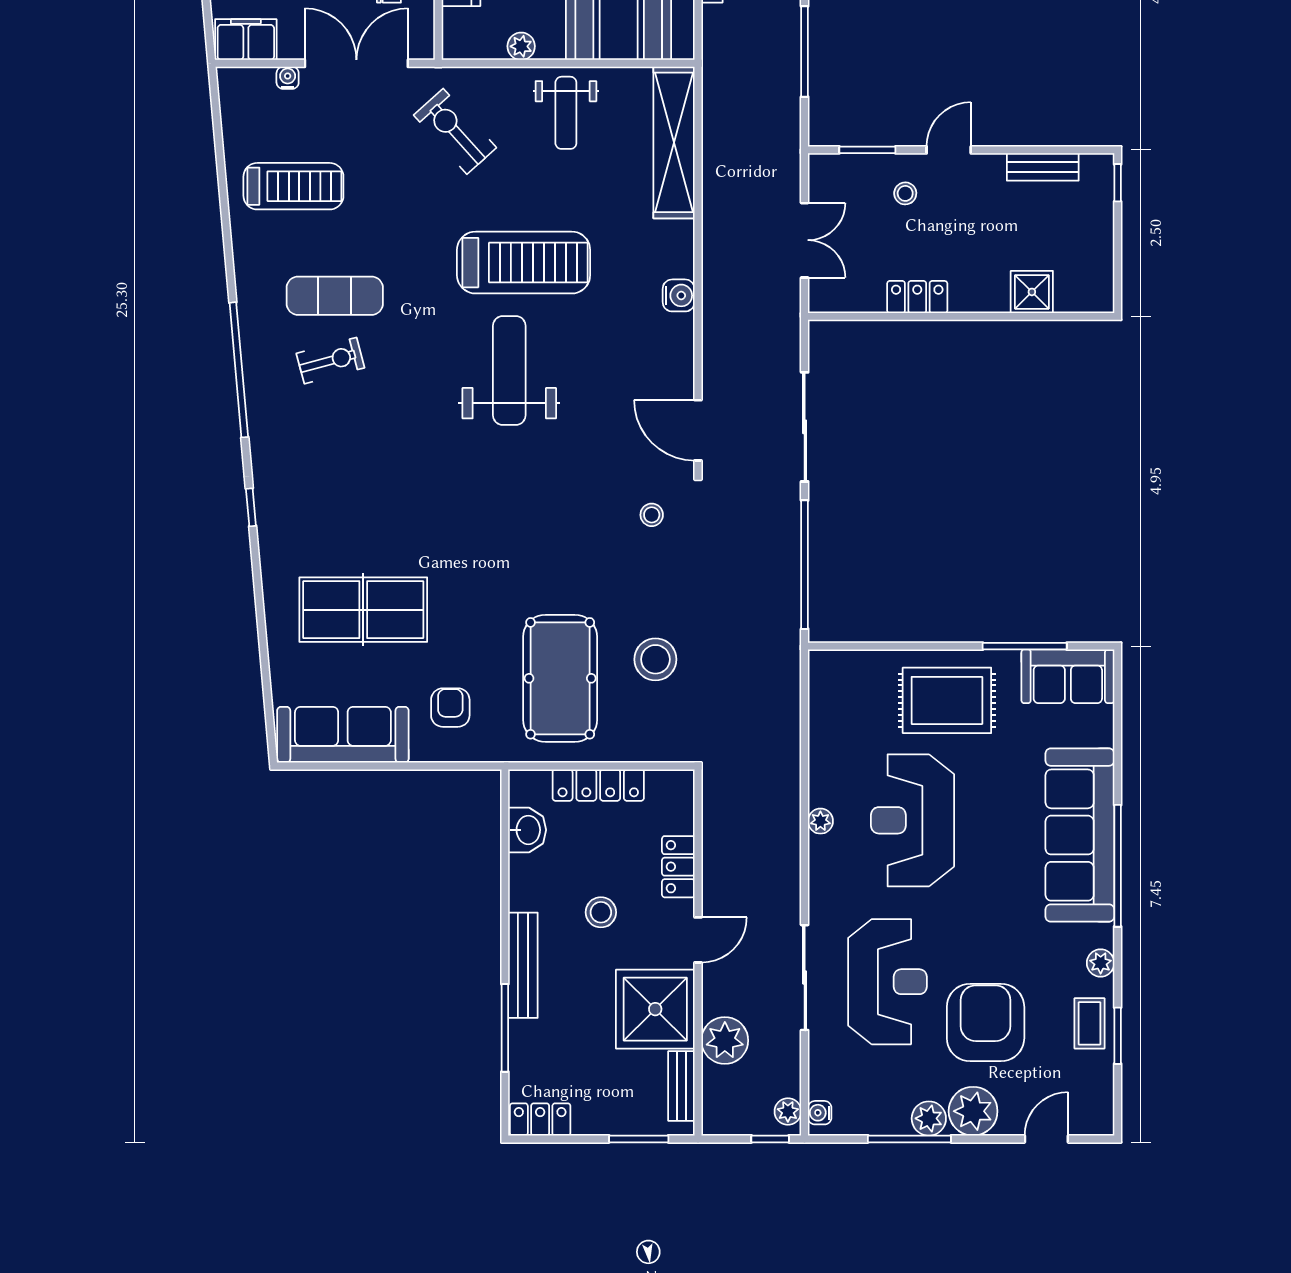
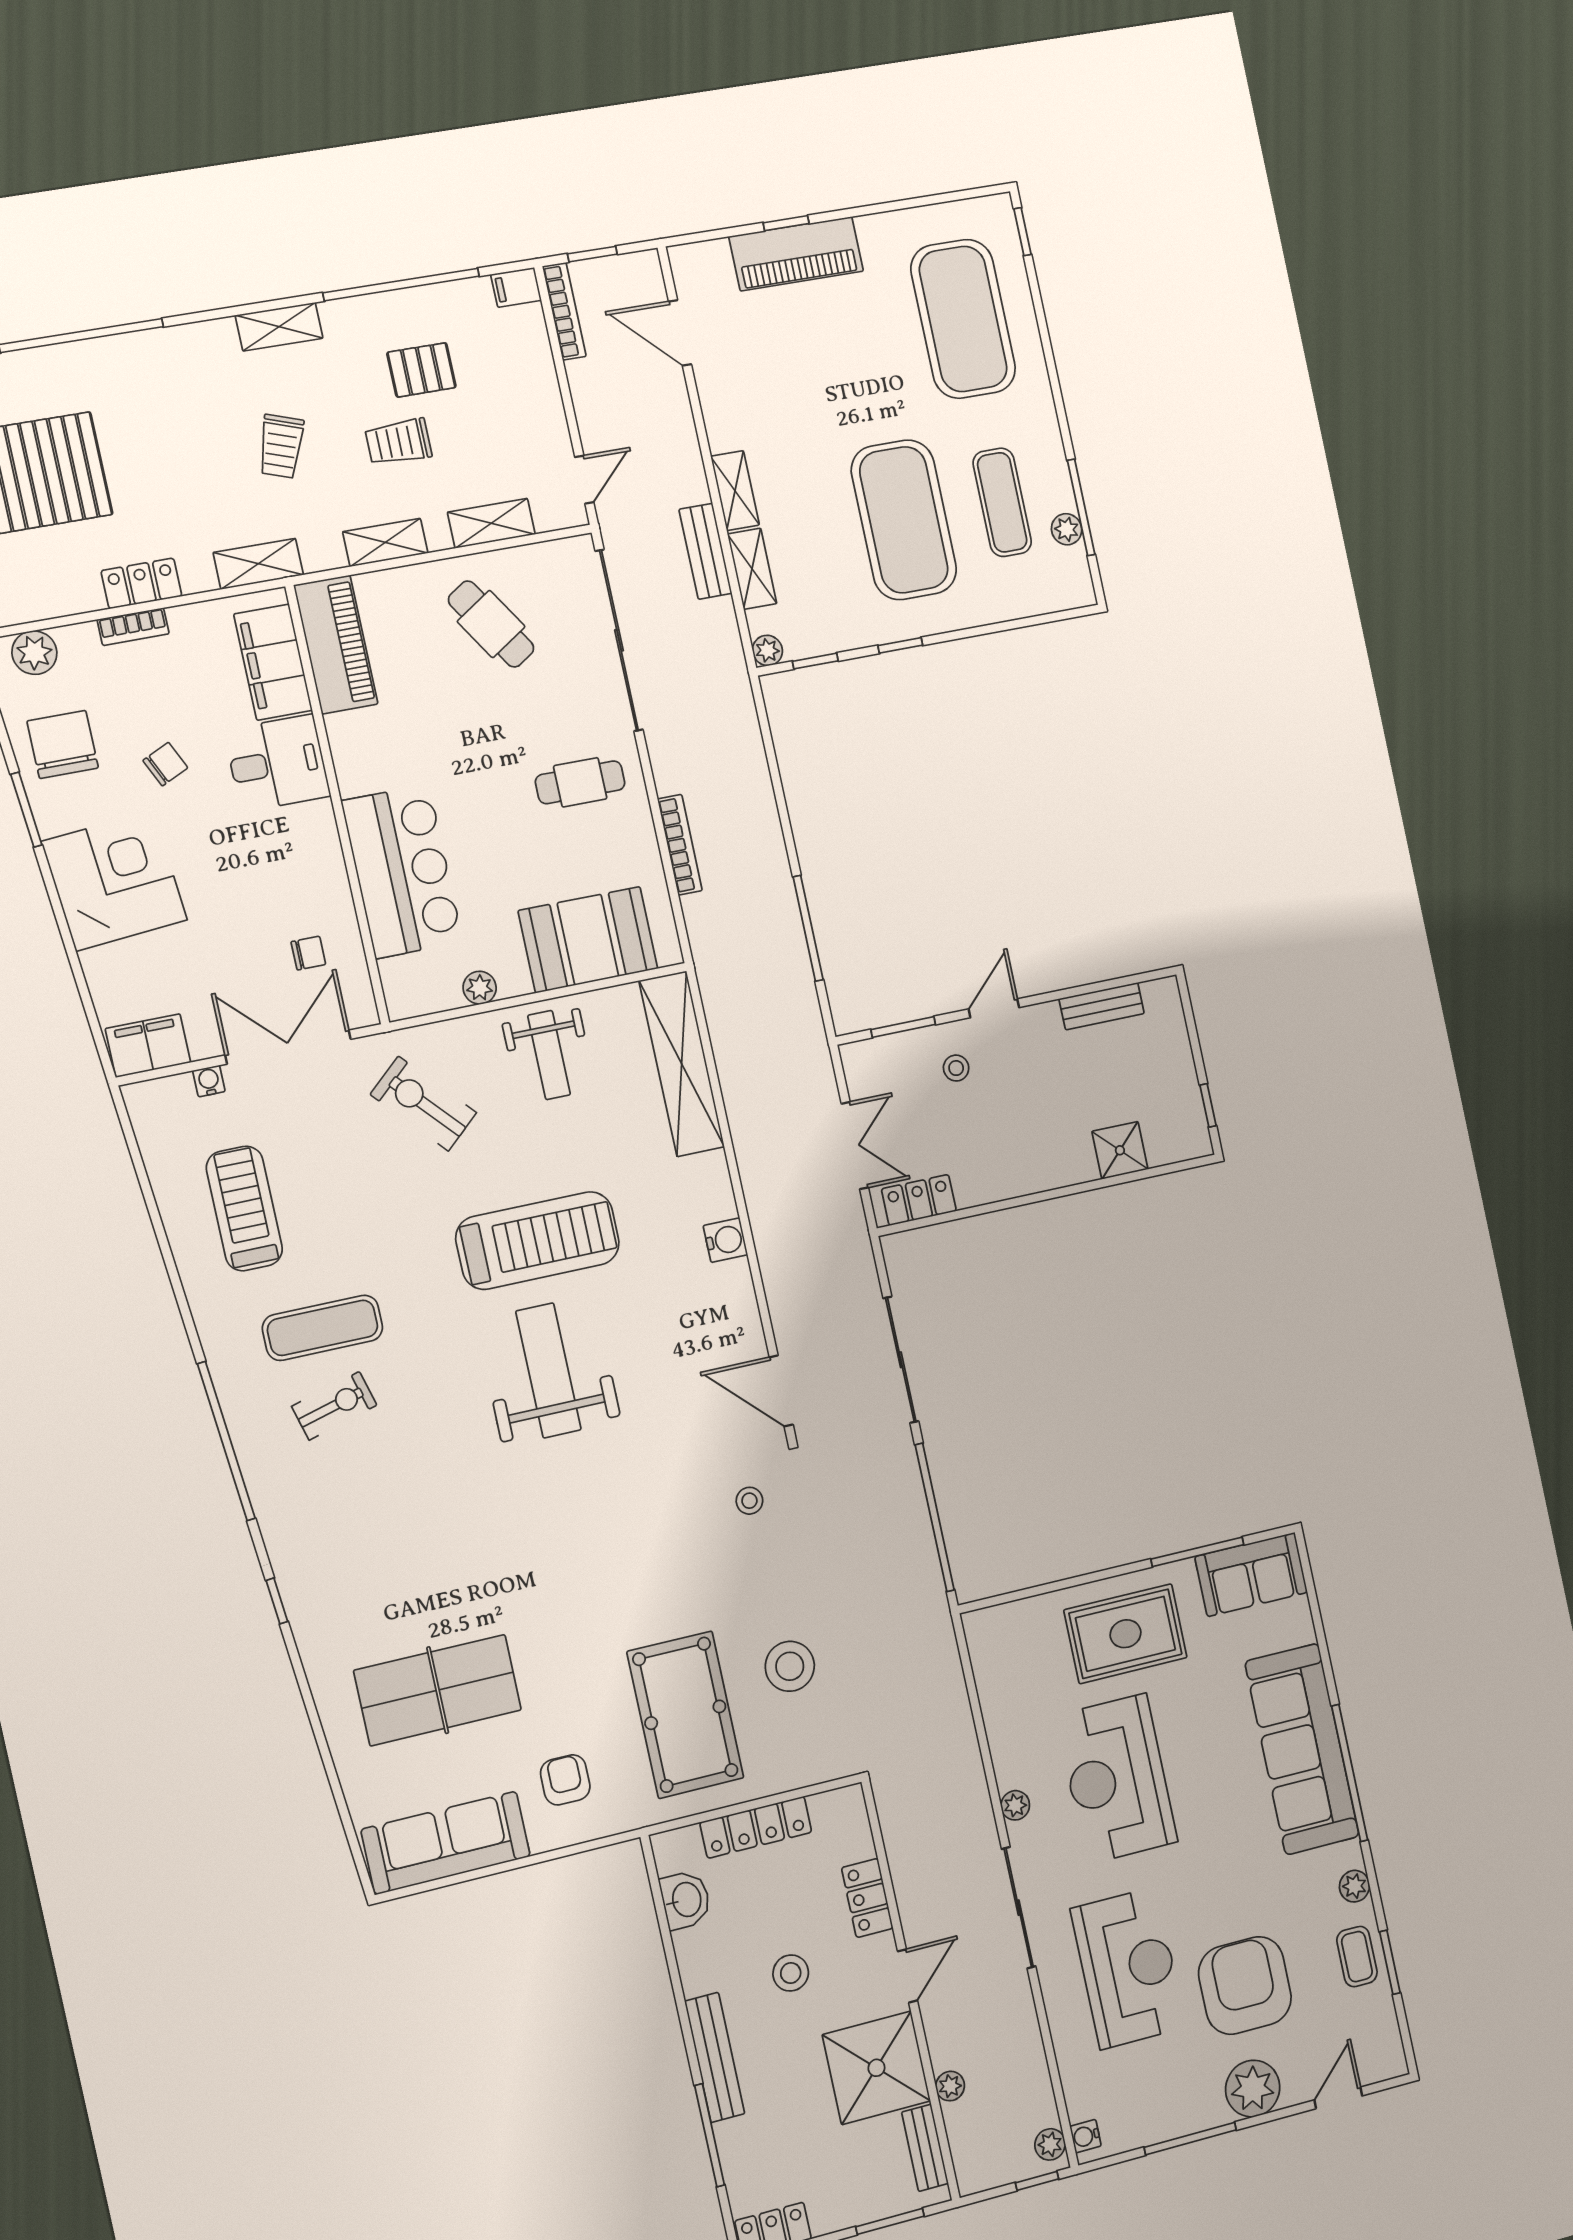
window: (1118, 183) -> (1208, 1105), moved
treadmill: (293, 186) -> (244, 1209), turned -90
locker: (917, 297) -> (919, 1200), moved
sliding door: (805, 978) -> (1019, 1908), moved
plant: (725, 1040) -> (950, 2086), width x0.53, depth x0.53
plant: (929, 1118) -> (1206, 2110), removed

